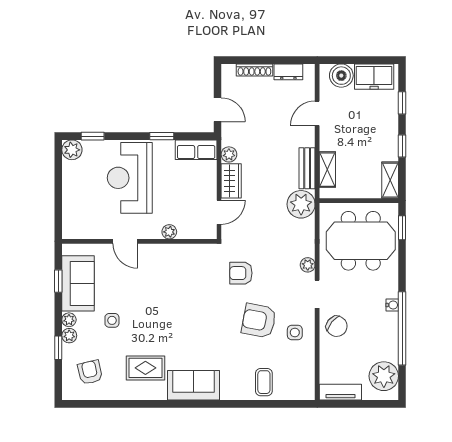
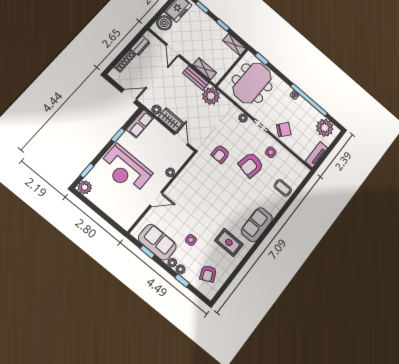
rug: (145, 368) -> (229, 242), turned 90
armchair: (90, 372) -> (208, 274), turned -101

